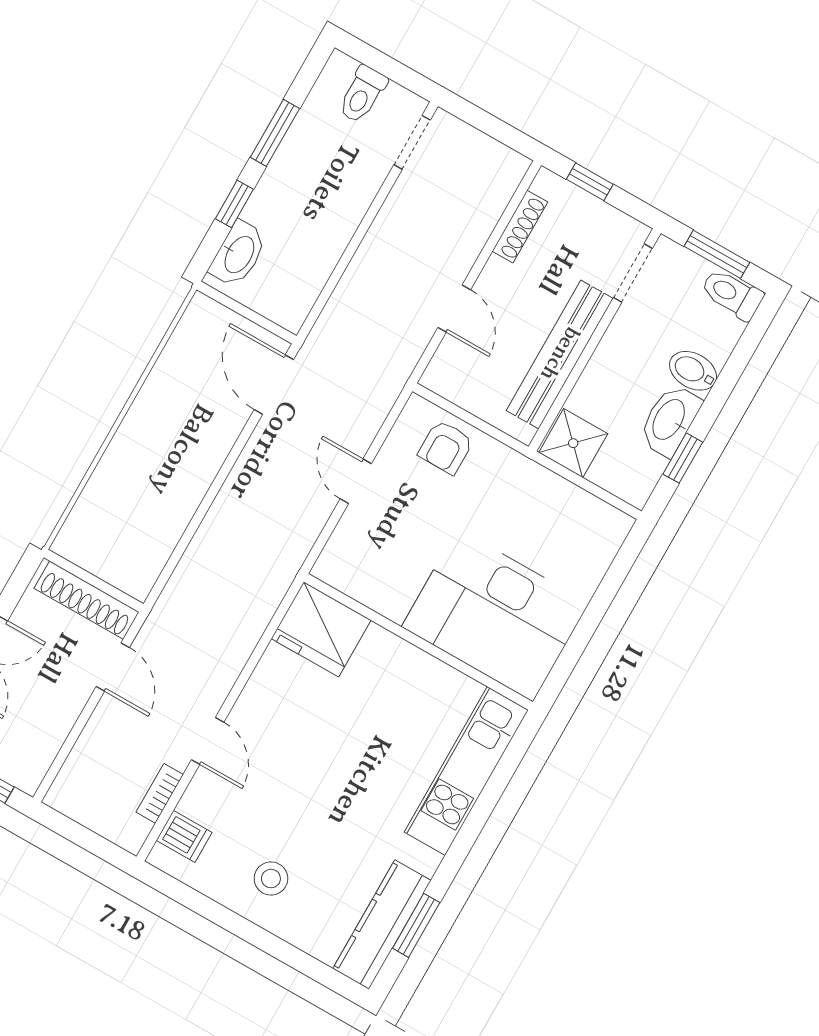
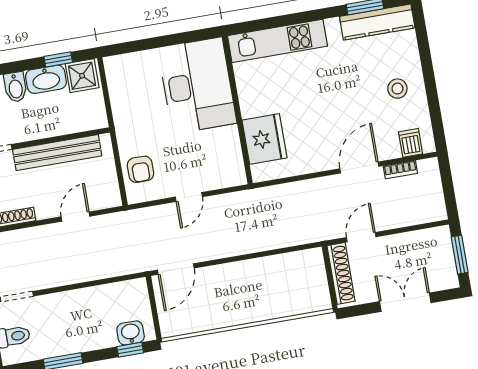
window: (234, 204) -> (130, 350), moved
washbasin: (238, 254) -> (131, 333), width x0.72
shower: (573, 443) -> (82, 76), moved
armchair: (446, 447) -> (140, 169), turned 90
fridge: (321, 629) -> (264, 139), moved
door: (208, 741) -> (359, 167), width x1.38

